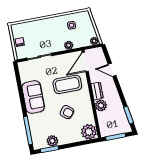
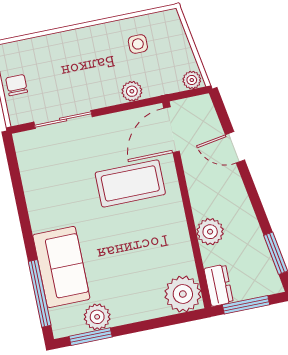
dresser: (97, 91) -> (219, 285), moved
sofa: (33, 97) -> (61, 267), moved
armchair: (67, 112) -> (130, 248), removed

